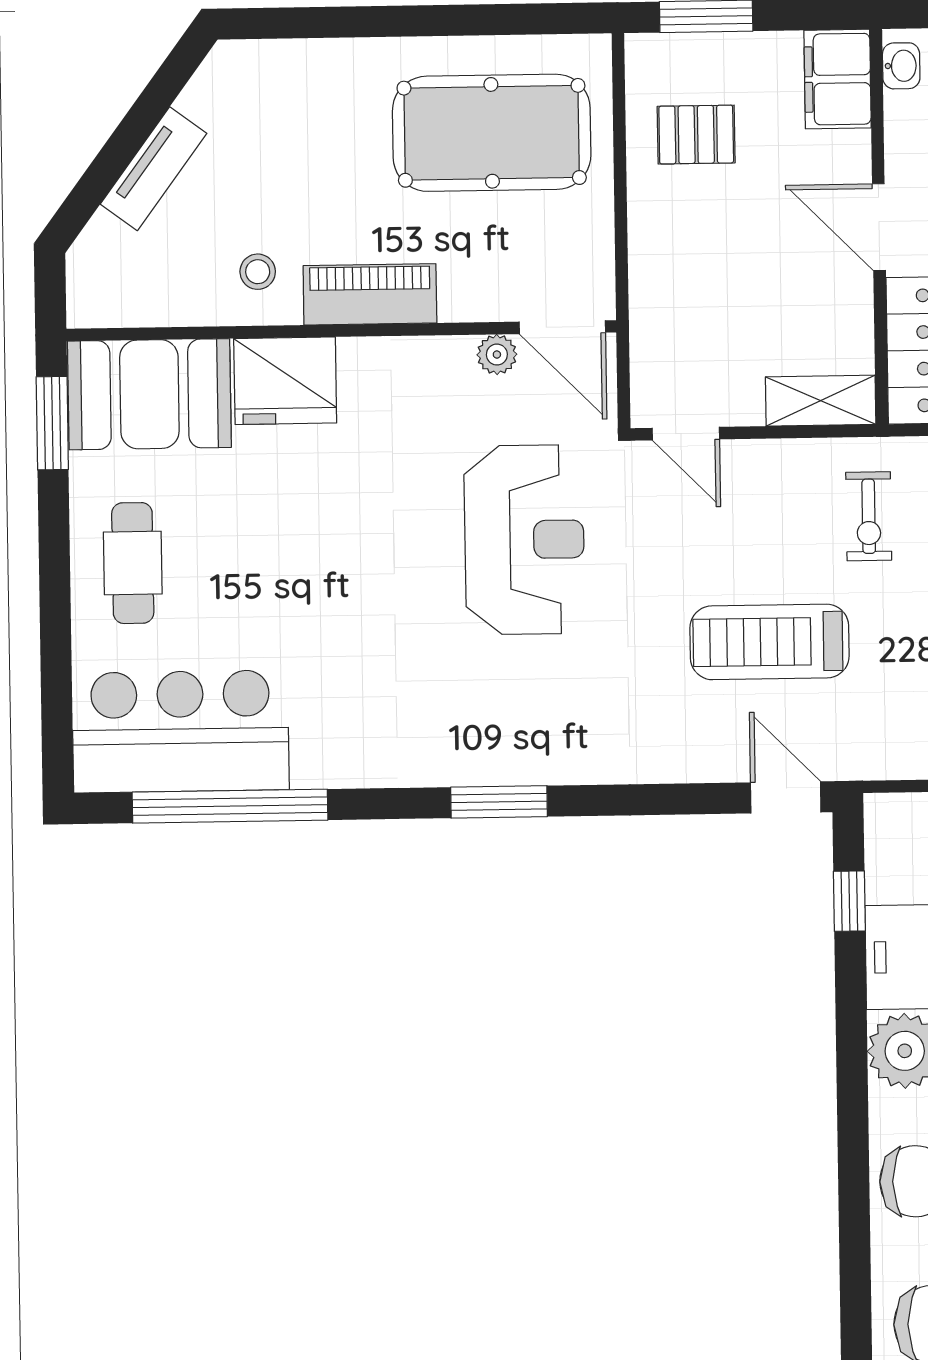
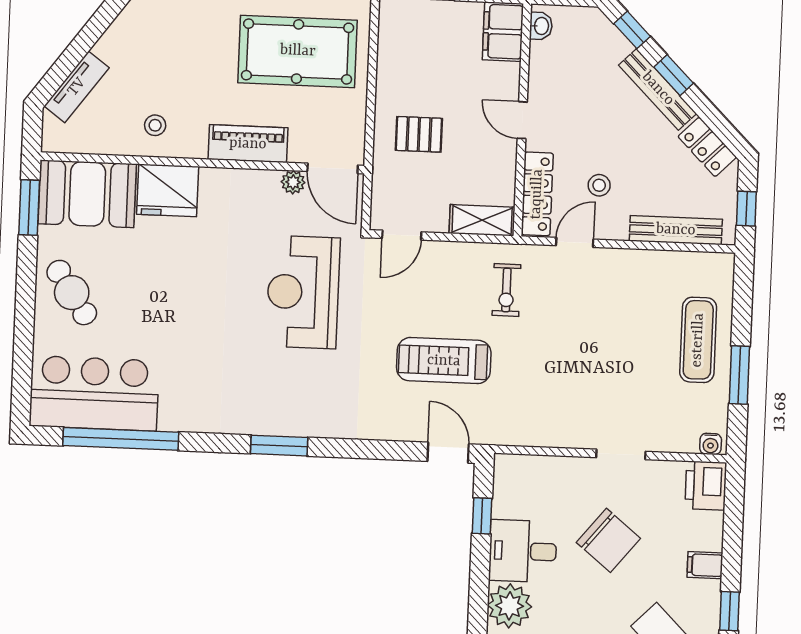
pallet: (696, 135) -> (419, 134), moved
tv unit: (153, 169) -> (77, 87), moved
door: (879, 227) -> (522, 120), width x0.73
piano: (370, 294) -> (248, 144), moved
door: (686, 434) -> (402, 235), hinge flipped
reception desk: (524, 540) -> (303, 292), turned 180
cafe table: (133, 563) -> (72, 293), turned -34

